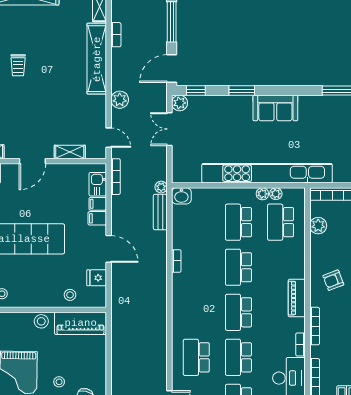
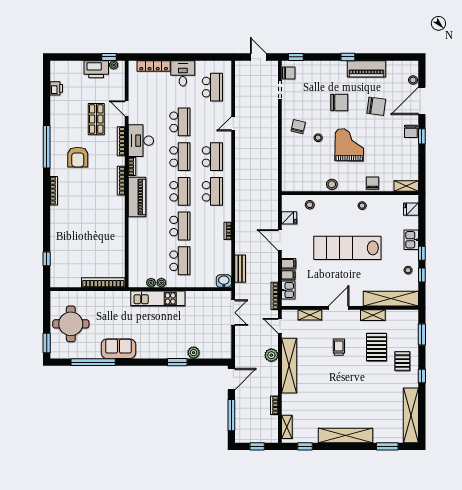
shelving: (97, 59) -> (289, 366), moved
trolley: (18, 65) -> (339, 347), moved
window: (196, 91) -> (213, 362), removed
plant: (180, 103) -> (194, 353), moved
sofa: (275, 108) -> (118, 349), moved
double door: (169, 129) -> (233, 313), moved
kitchen unit: (267, 173) -> (158, 298), width x0.54
plant: (161, 187) -> (239, 288), removed
school desk: (281, 222) -> (212, 191), moved
plant: (318, 226) -> (118, 258), removed
armchair: (333, 280) -> (107, 216), removed
piano: (297, 298) -> (137, 197), width x1.37, depth x1.33
piano: (81, 323) -> (302, 183), removed

